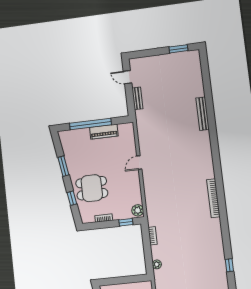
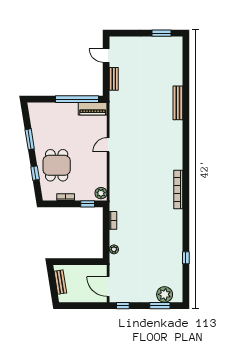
window: (90, 124) -> (77, 99), moved
piano: (104, 132) -> (93, 109), moved
dining table: (92, 188) -> (57, 165), turned 90

